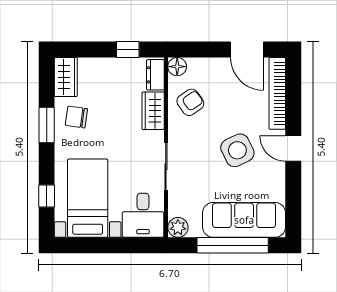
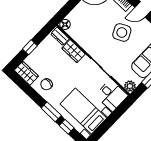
window: (128, 50) -> (30, 47), moved
armchair: (190, 102) -> (84, 33), removed
window: (47, 125) -> (51, 112), moved

